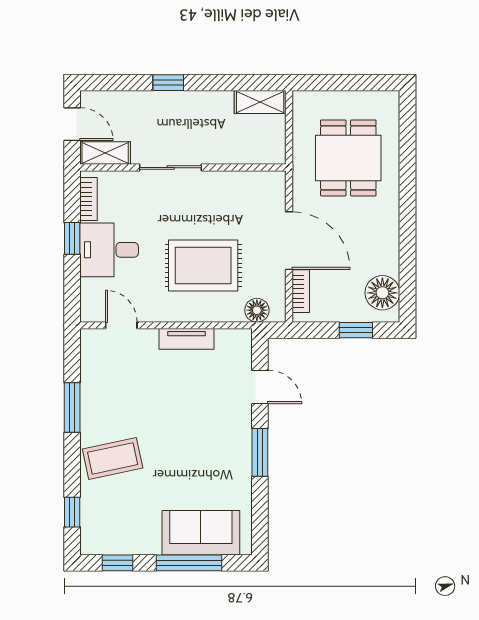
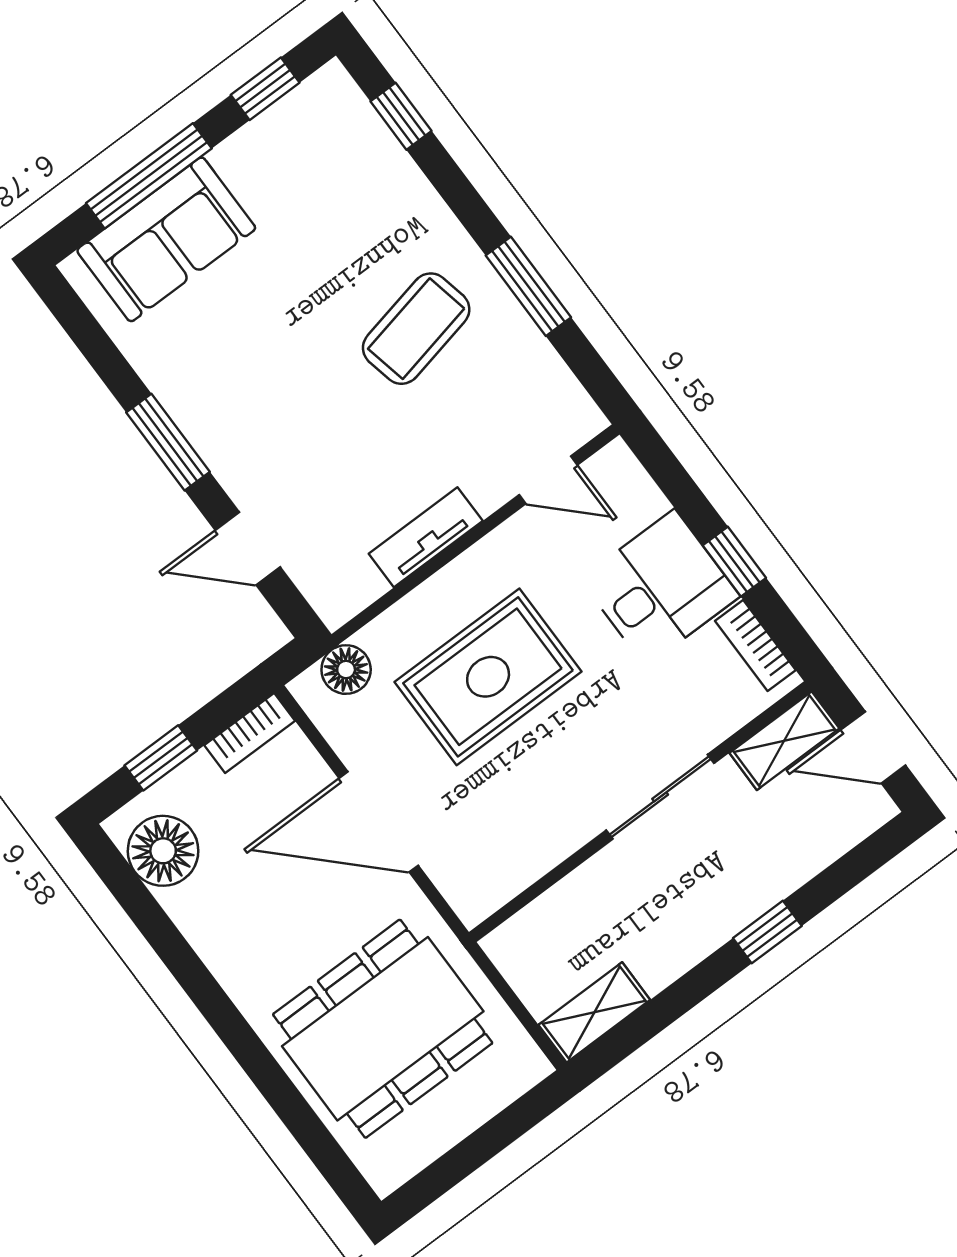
dining table: (348, 158) -> (383, 1029), width x1.38
bookcase: (301, 291) -> (250, 733), moved, turned -90
coffee table: (113, 458) -> (416, 329), moved

